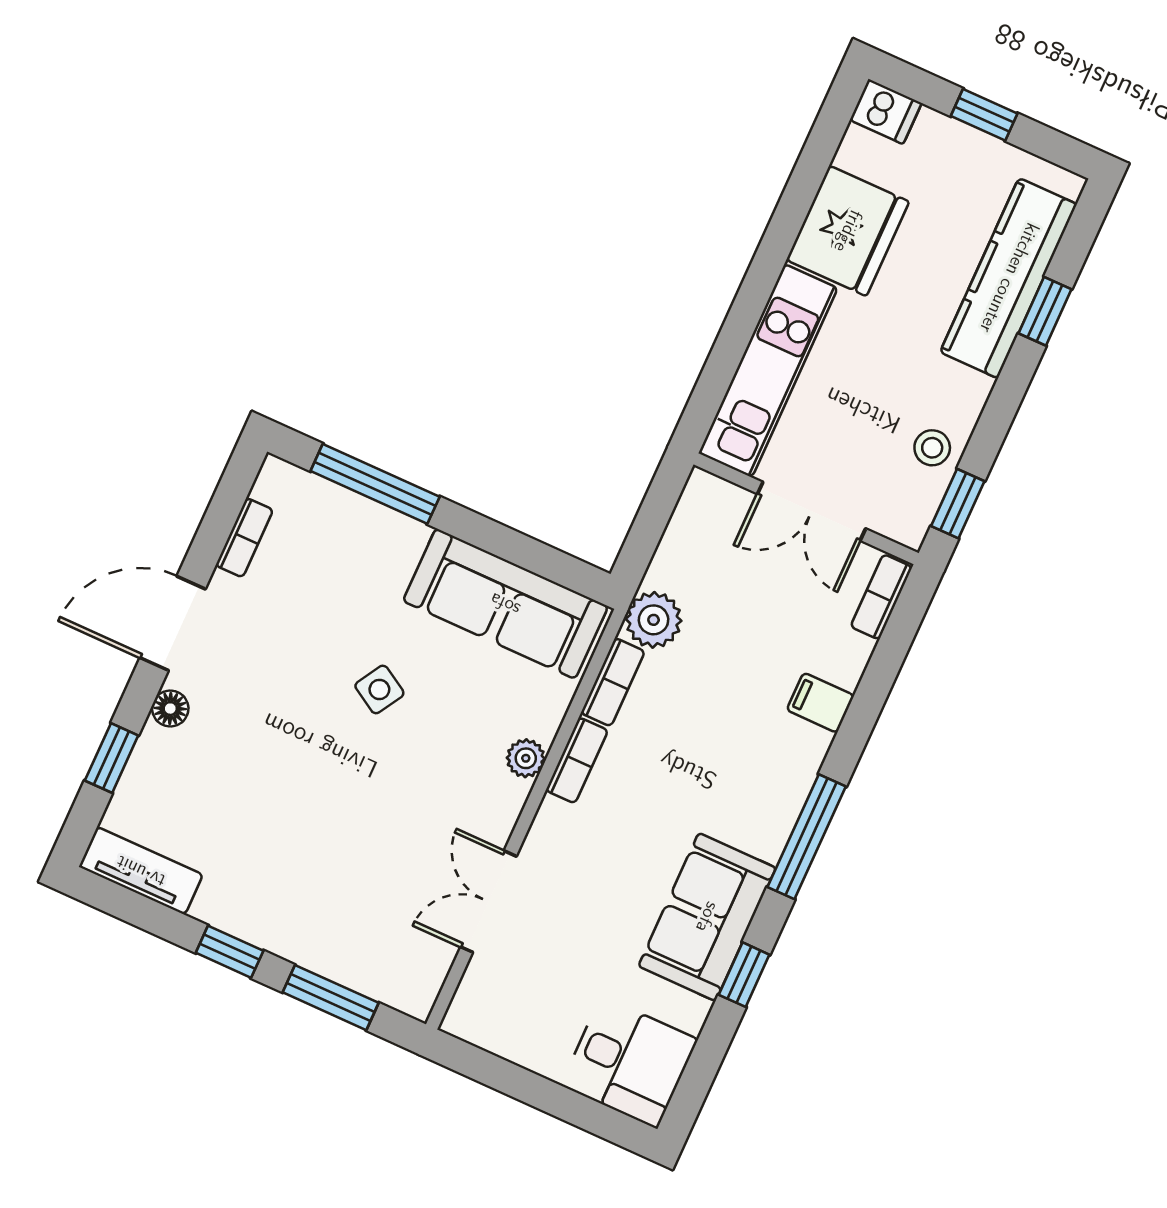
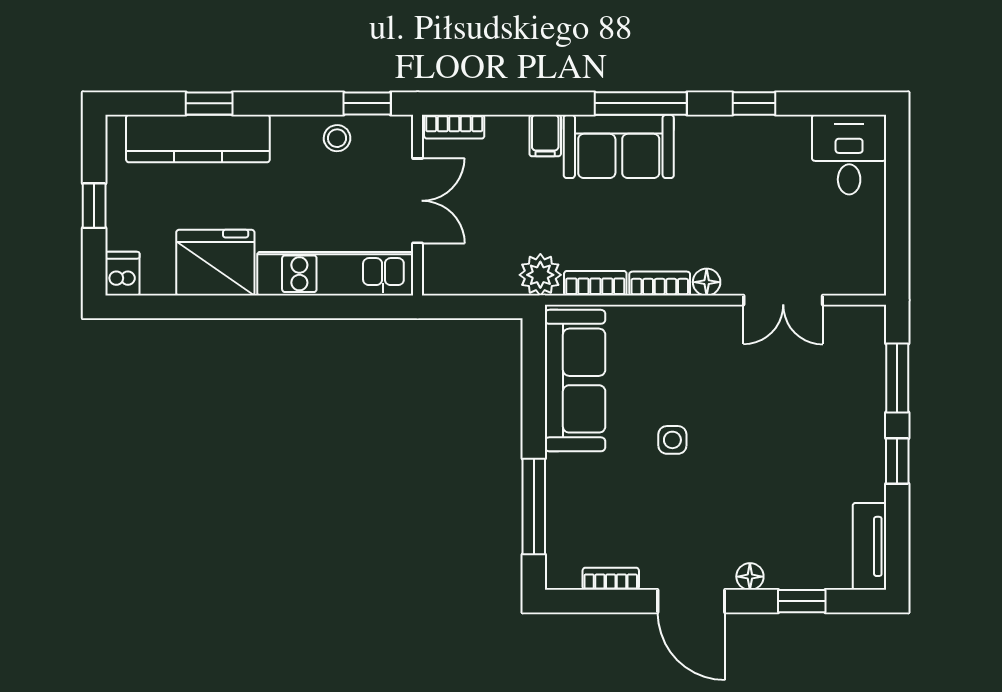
side table: (379, 689) -> (672, 440), turned -31
plant: (526, 758) -> (674, 319), removed
floor lamp: (553, 818) -> (707, 282), added
sofa: (707, 917) -> (619, 146), moved

